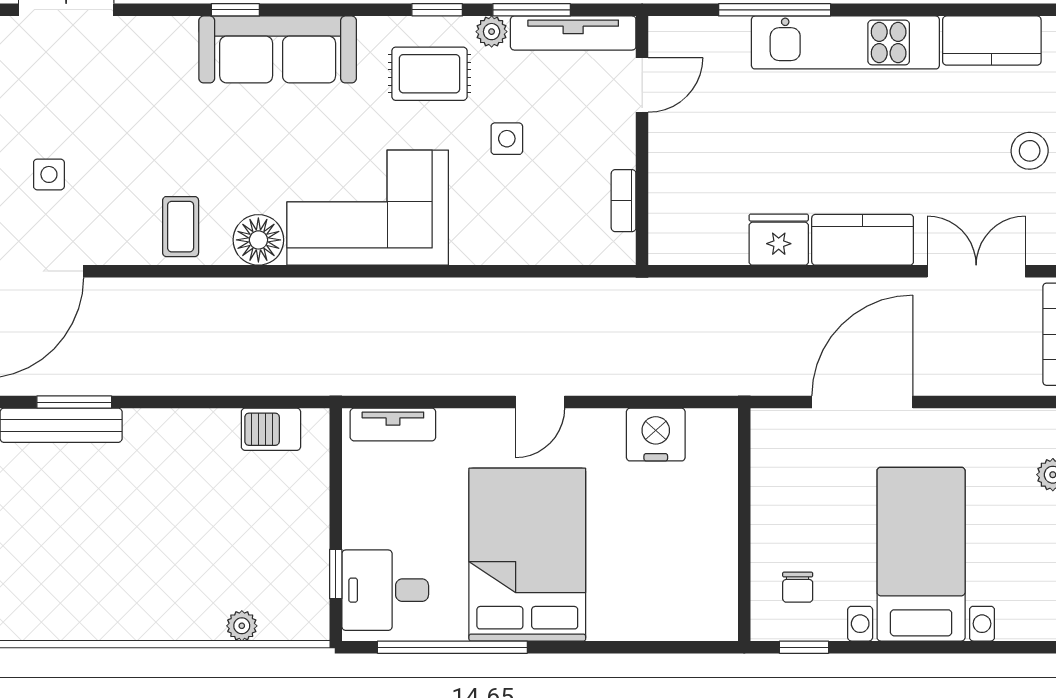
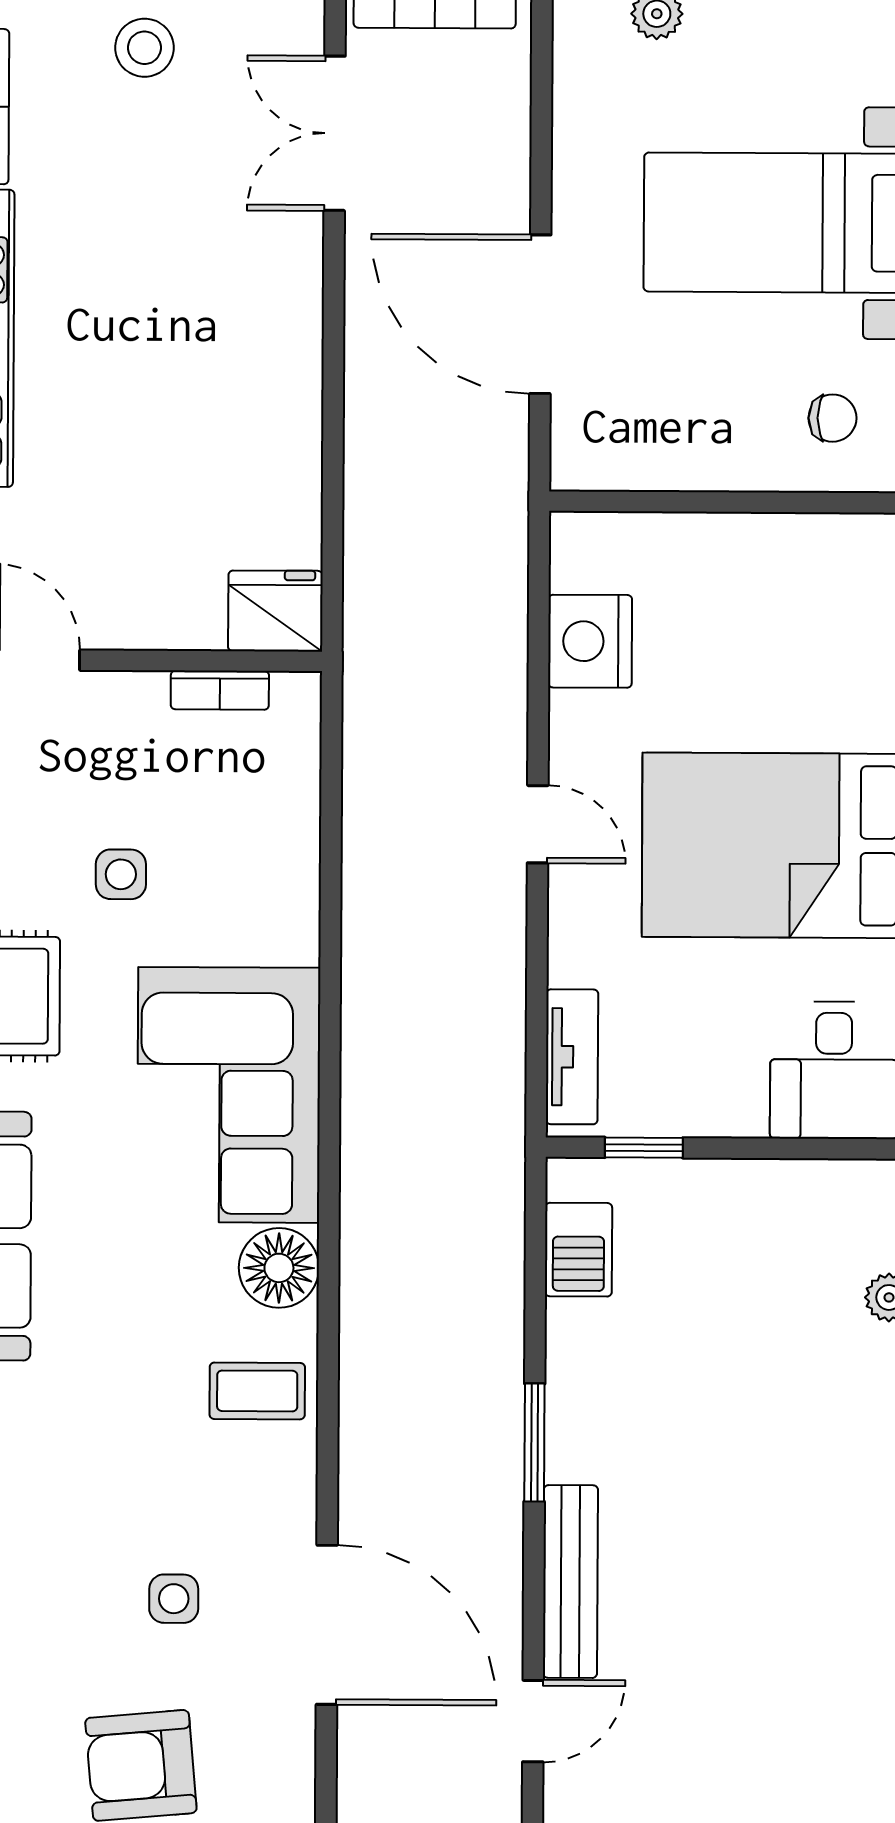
fridge: (779, 240) -> (275, 611), moved, turned 90
kitchen counter: (863, 240) -> (284, 313), removed
window: (74, 402) -> (534, 1442), moved
window: (336, 574) -> (644, 1148), moved

